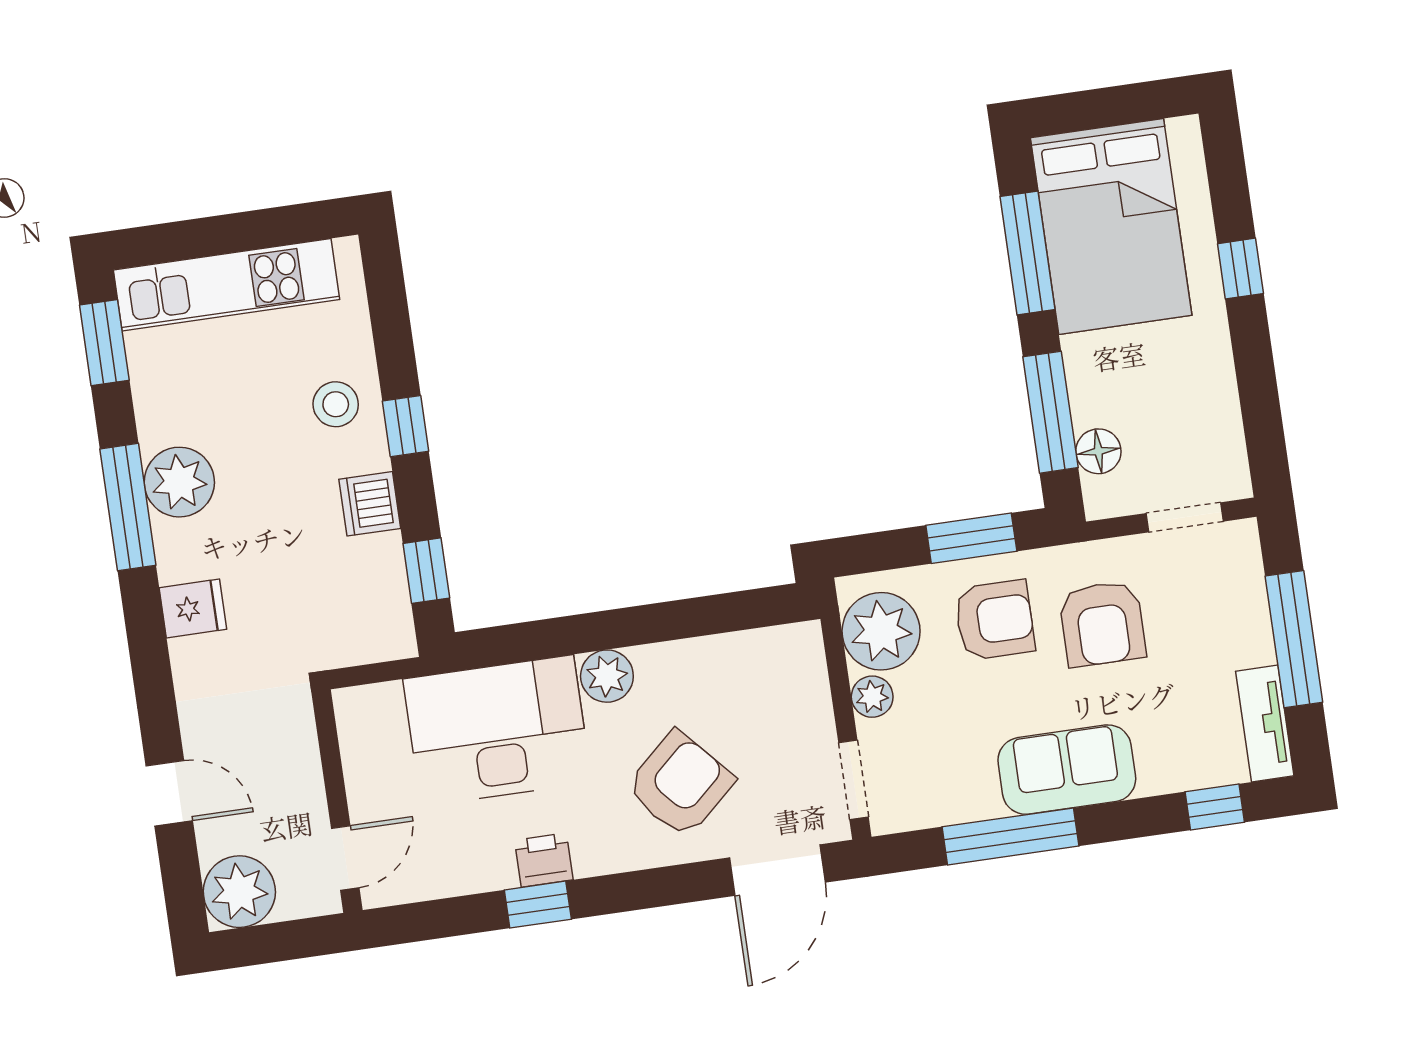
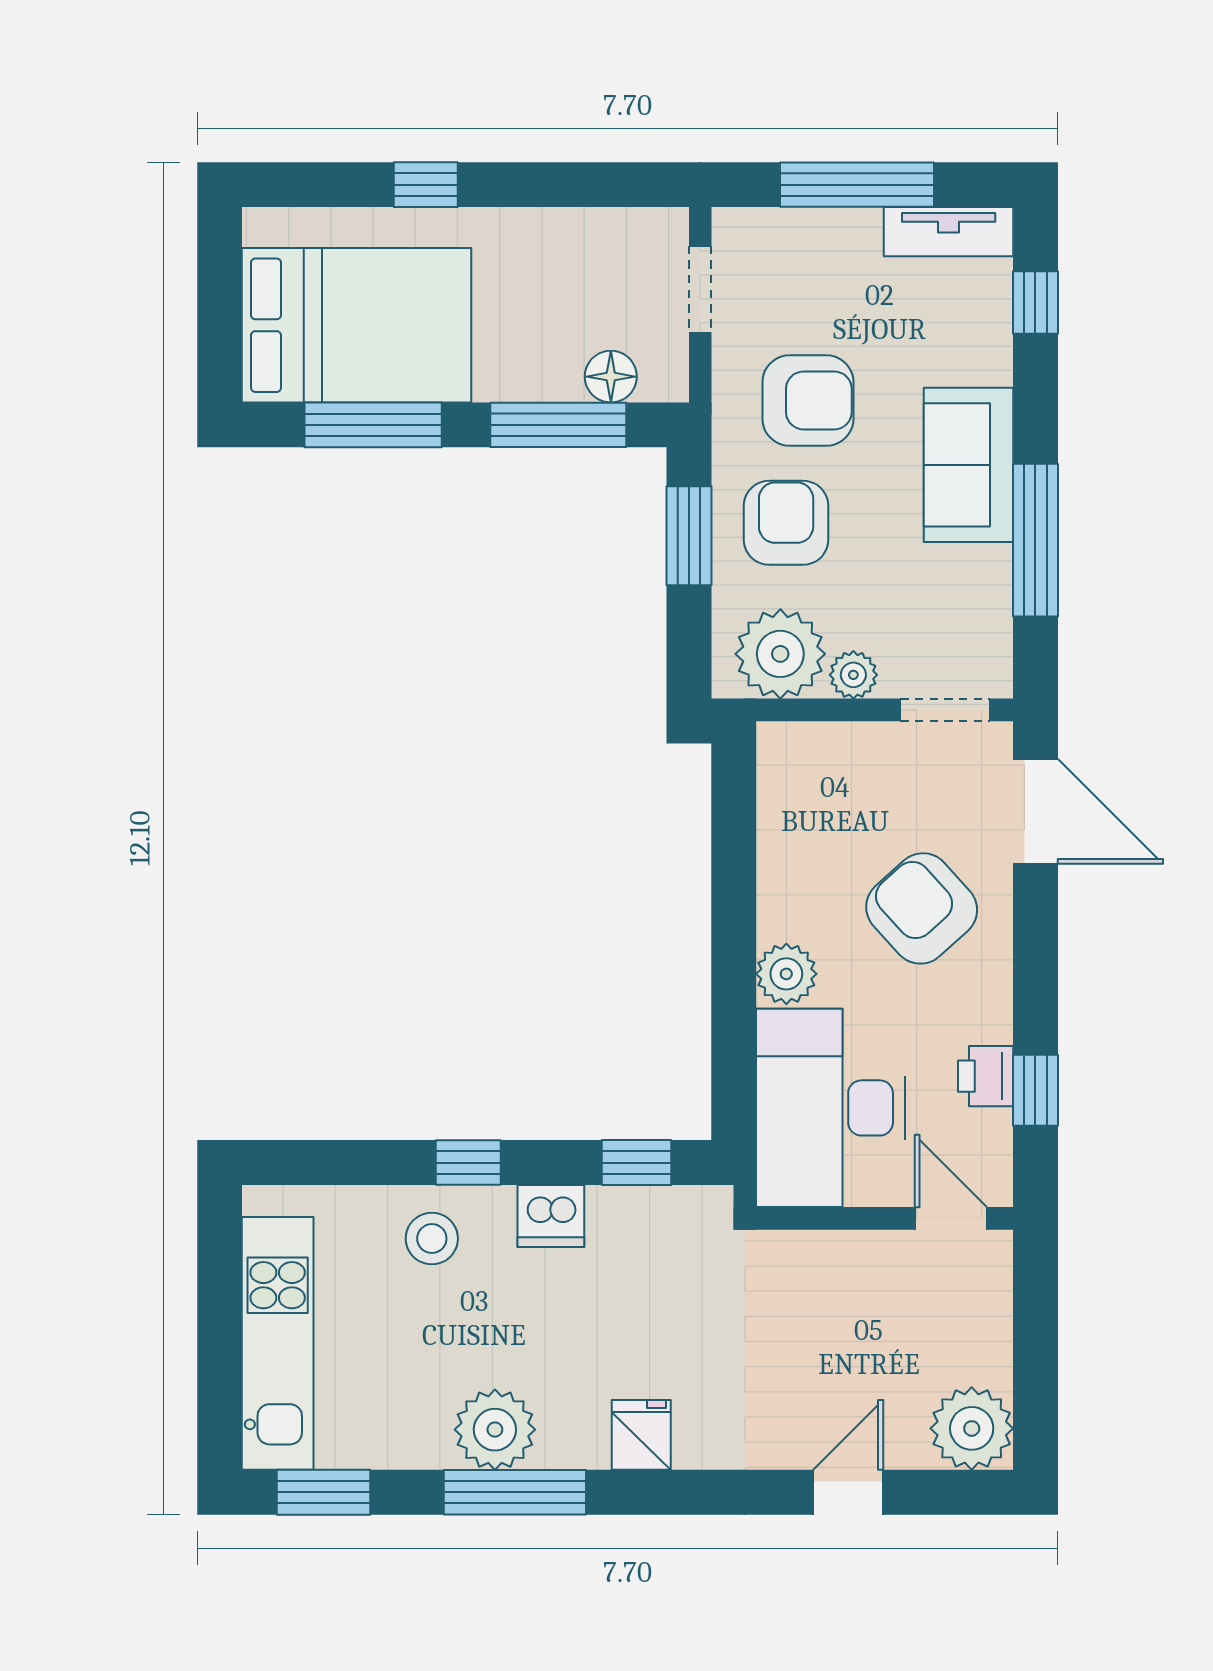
wall: (337, 801) -> (885, 1218), moved
door: (345, 858) -> (951, 1218), moved

